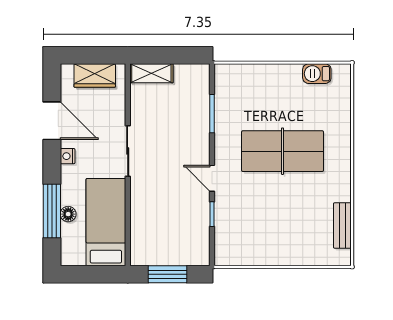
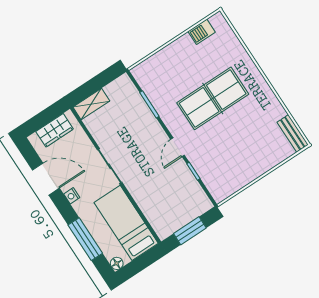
door: (212, 178) -> (178, 147), hinge flipped
floor lamp: (68, 214) -> (117, 263), moved
bench: (342, 225) -> (293, 133), moved

